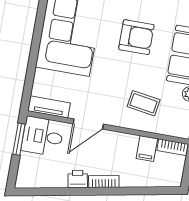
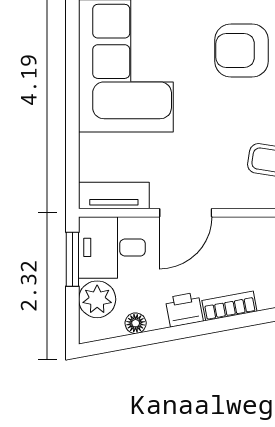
armchair: (136, 37) -> (241, 50), turned 180
plant: (29, 164) -> (97, 299), added
floor lamp: (49, 182) -> (136, 323), added

